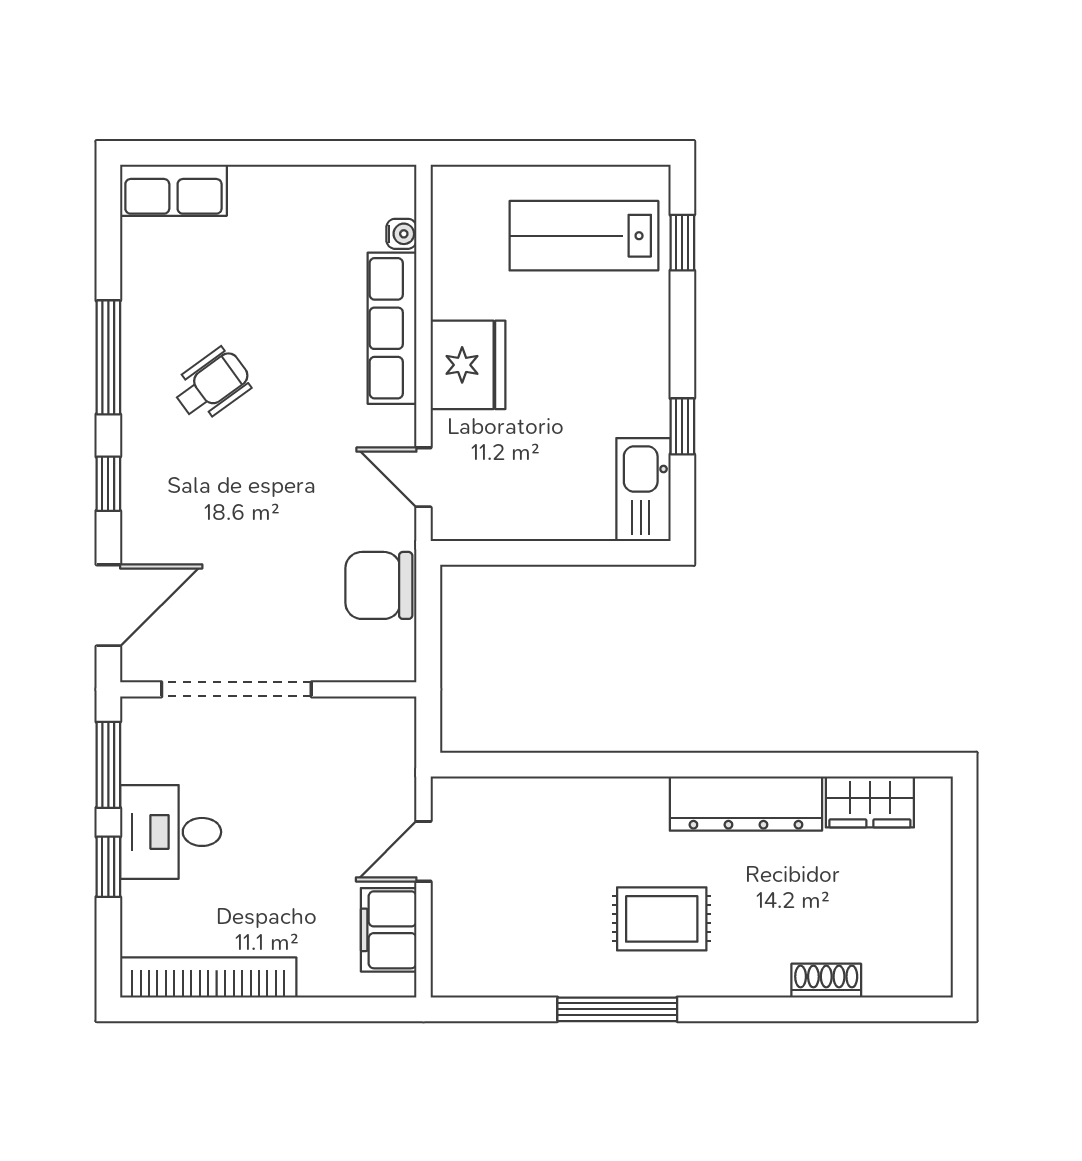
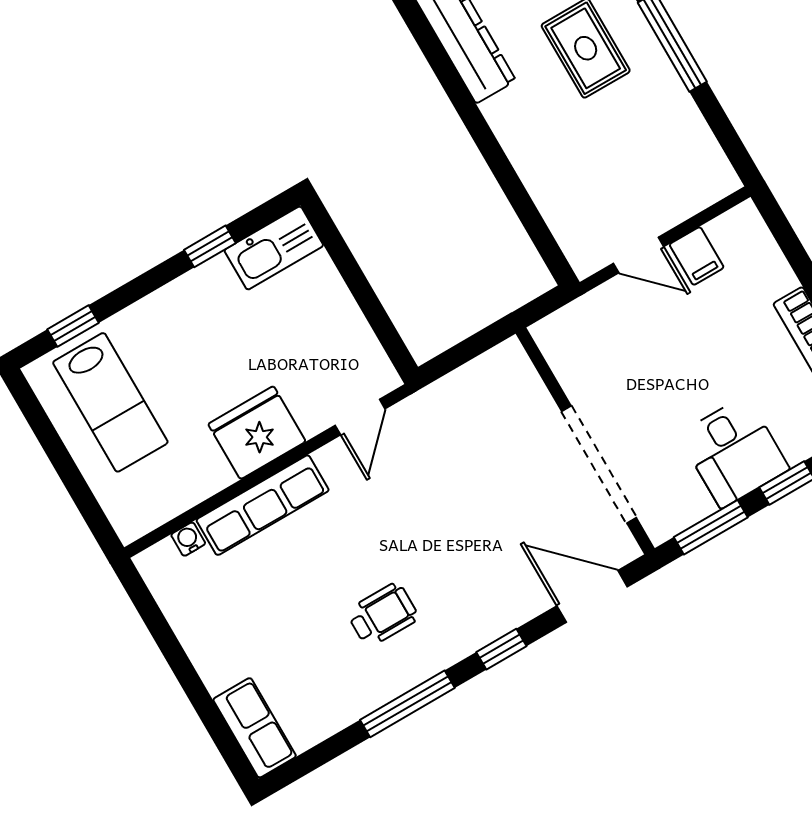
wheelchair: (212, 385) -> (383, 615), turned 126
chair: (379, 585) -> (460, 403), removed
filing cabinet: (389, 930) -> (697, 256), width x0.50

